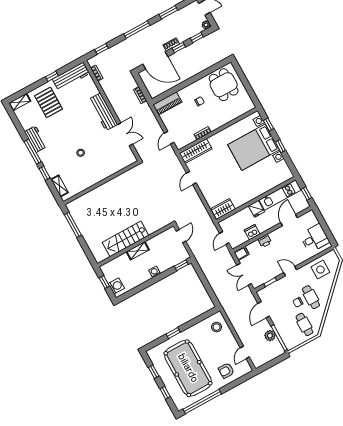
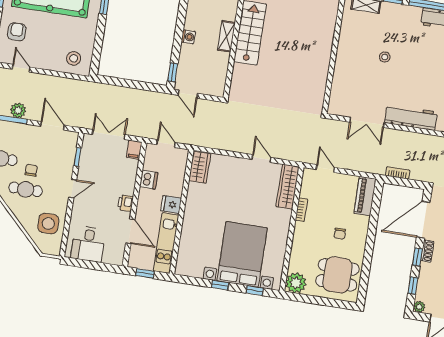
plant: (246, 105) -> (296, 283), added
door: (181, 236) -> (188, 94), moved
printer: (265, 241) -> (125, 203), moved

